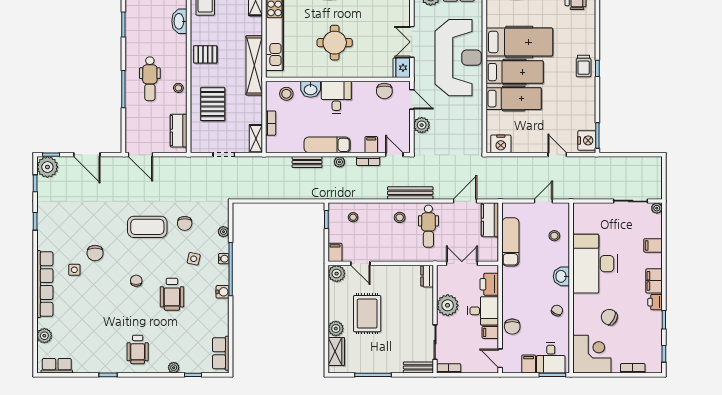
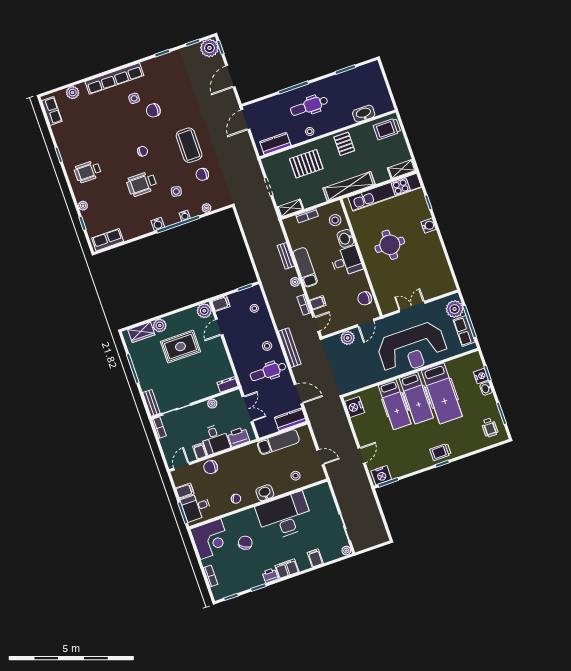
fridge: (402, 68) -> (388, 306), removed
plant: (448, 305) -> (212, 404), width x0.53, depth x0.53

